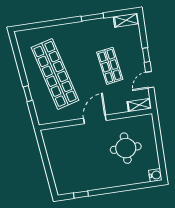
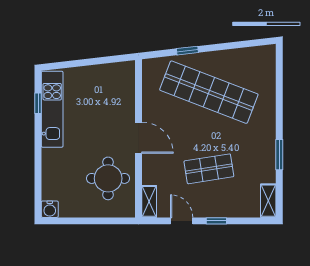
shop shelf: (55, 74) -> (209, 92), turned 36
round table: (126, 148) -> (108, 178), moved
kitchen unit: (84, 184) -> (52, 109), added

